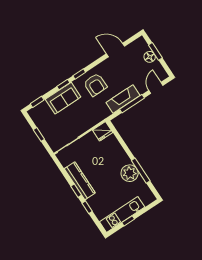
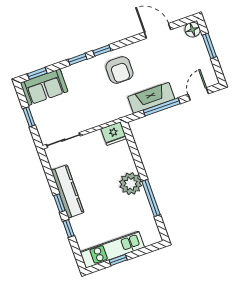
floor lamp: (150, 57) -> (193, 30), moved
sofa: (63, 98) -> (44, 87), moved
plant: (130, 173) -> (131, 184), moved

